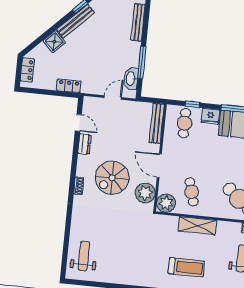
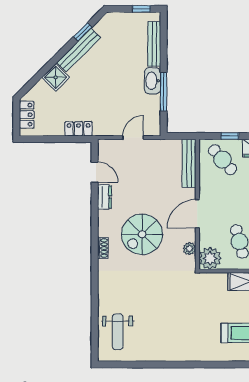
washbasin: (131, 79) -> (152, 81), moved
cafe table: (184, 123) -> (222, 160), turned -41
door: (159, 166) -> (197, 214), hinge flipped
plant: (145, 193) -> (189, 249), width x0.53, depth x0.53
weight bench: (84, 256) -> (118, 332), turned 180

